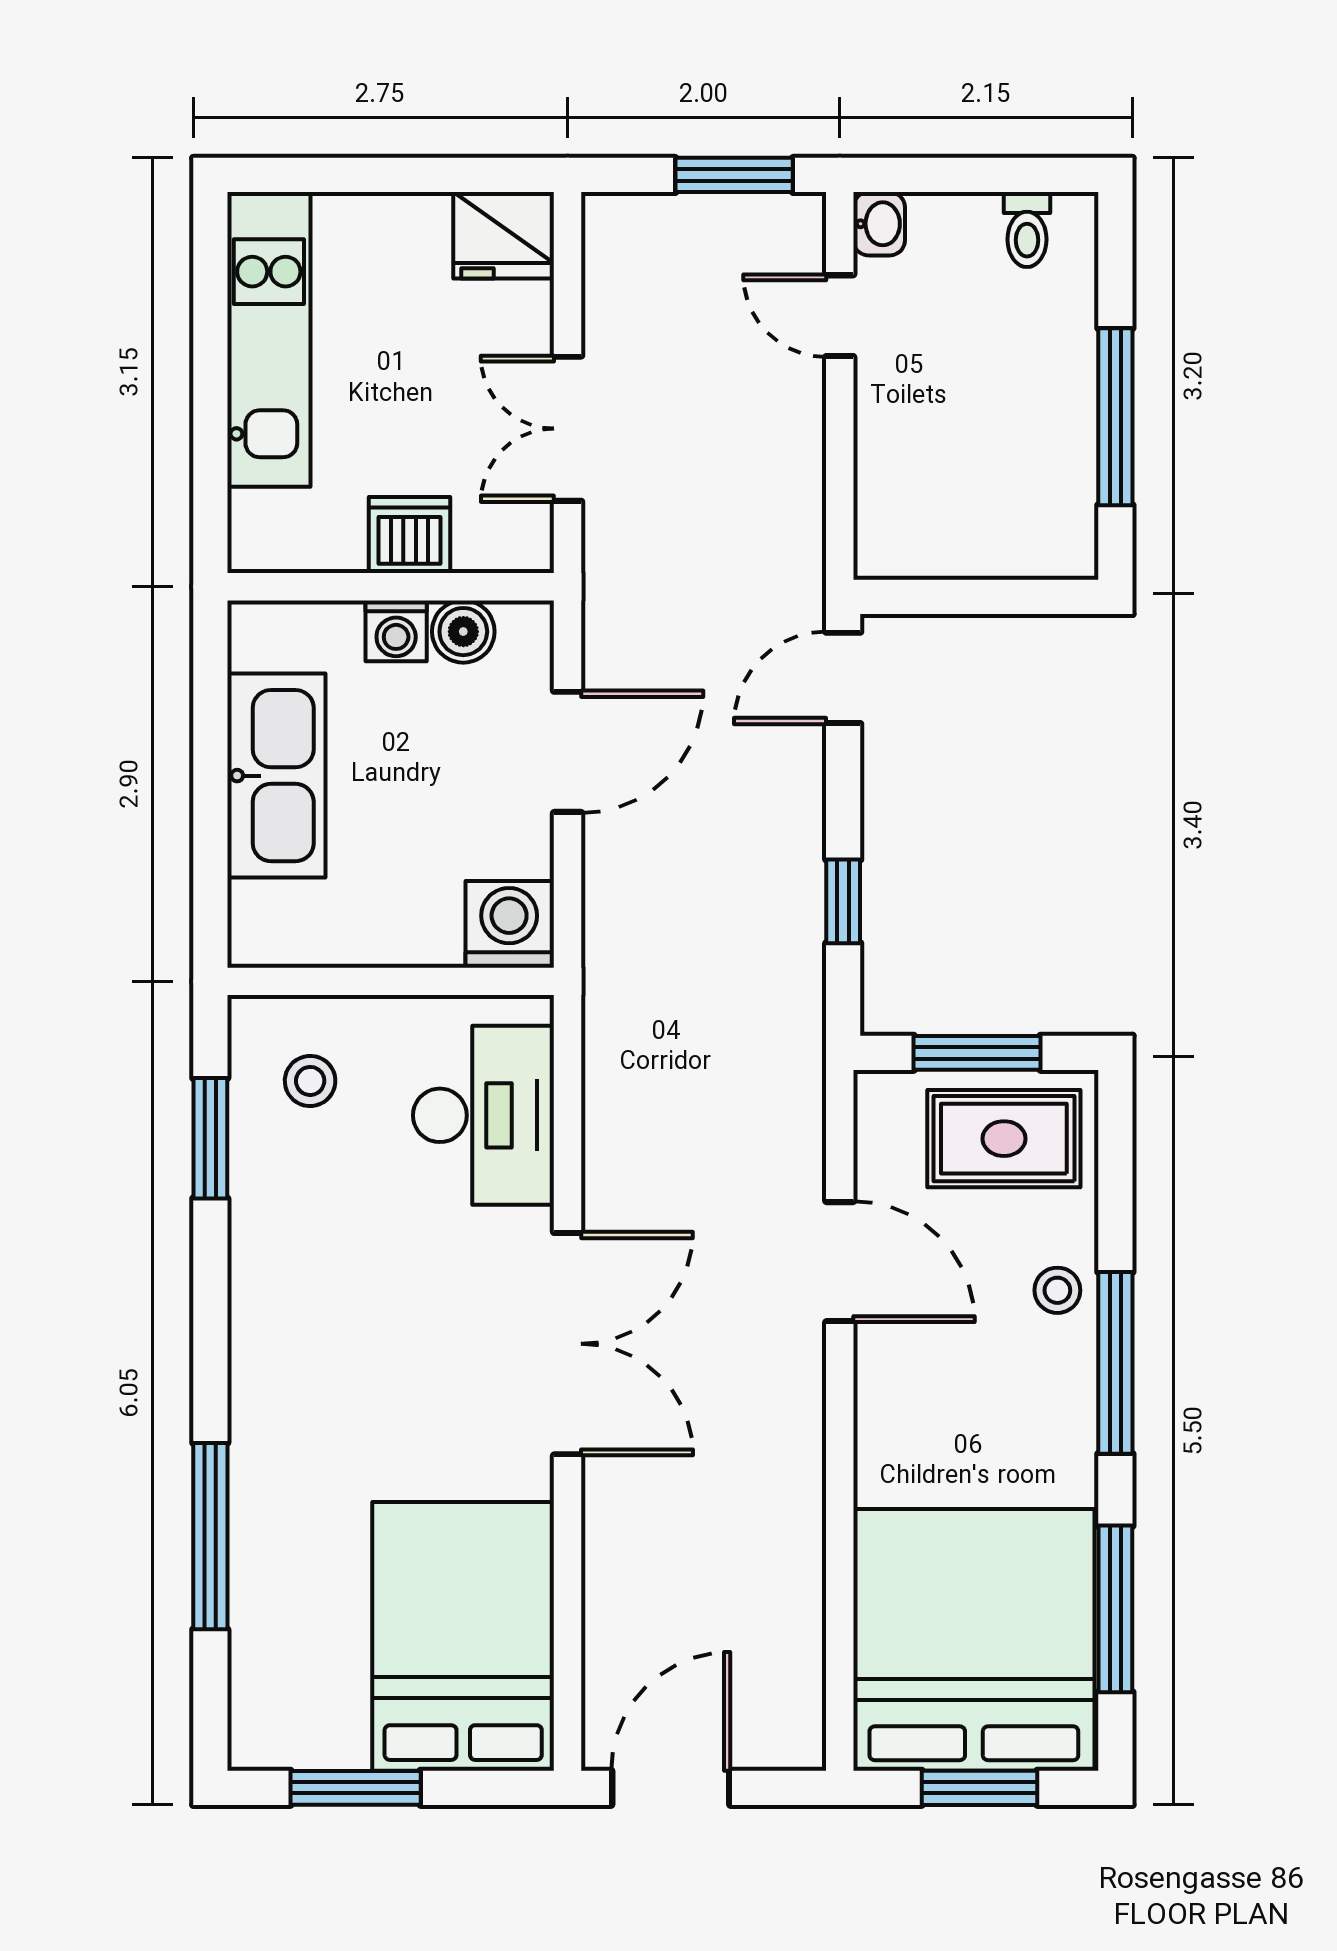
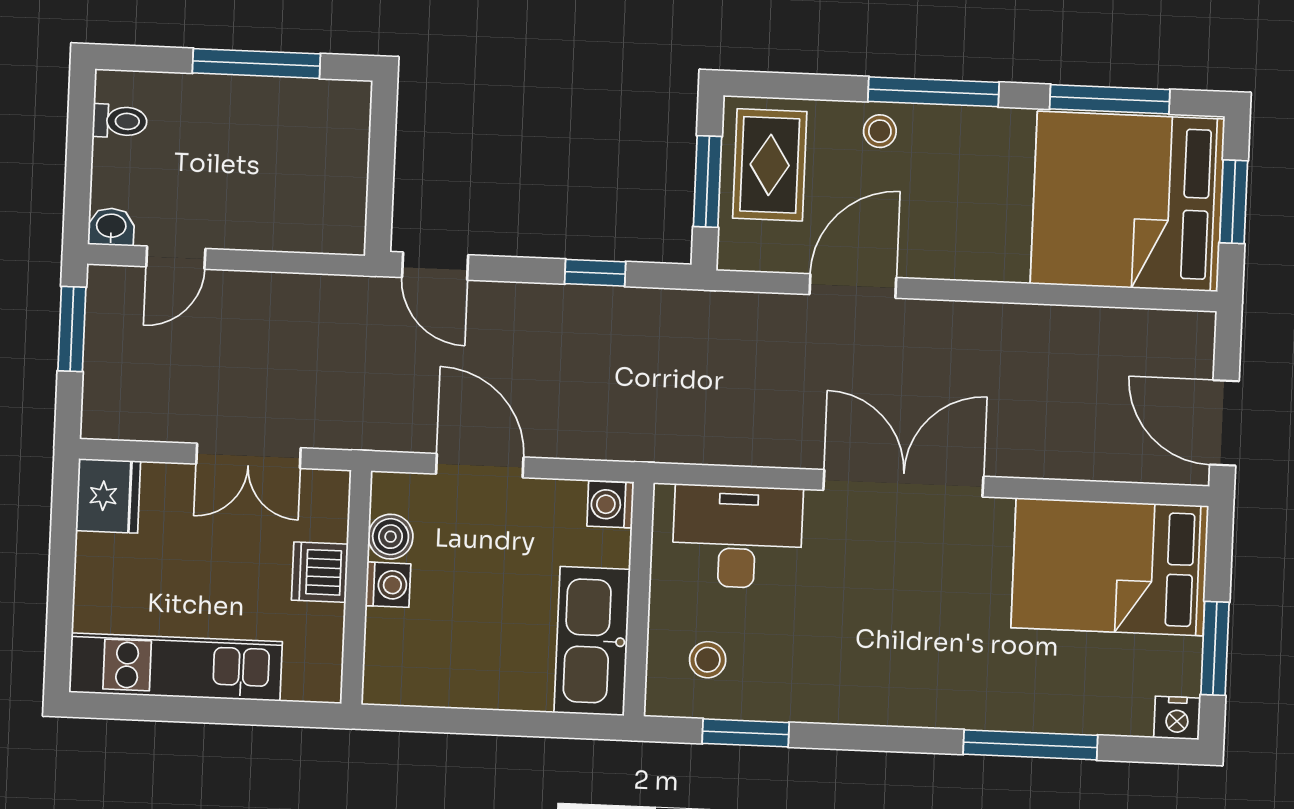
kitchen sink: (276, 776) -> (592, 641), moved, turned -90
washing machine: (509, 924) -> (610, 504), width x0.73, depth x0.73
nightstand: (256, 1739) -> (1177, 718), added

